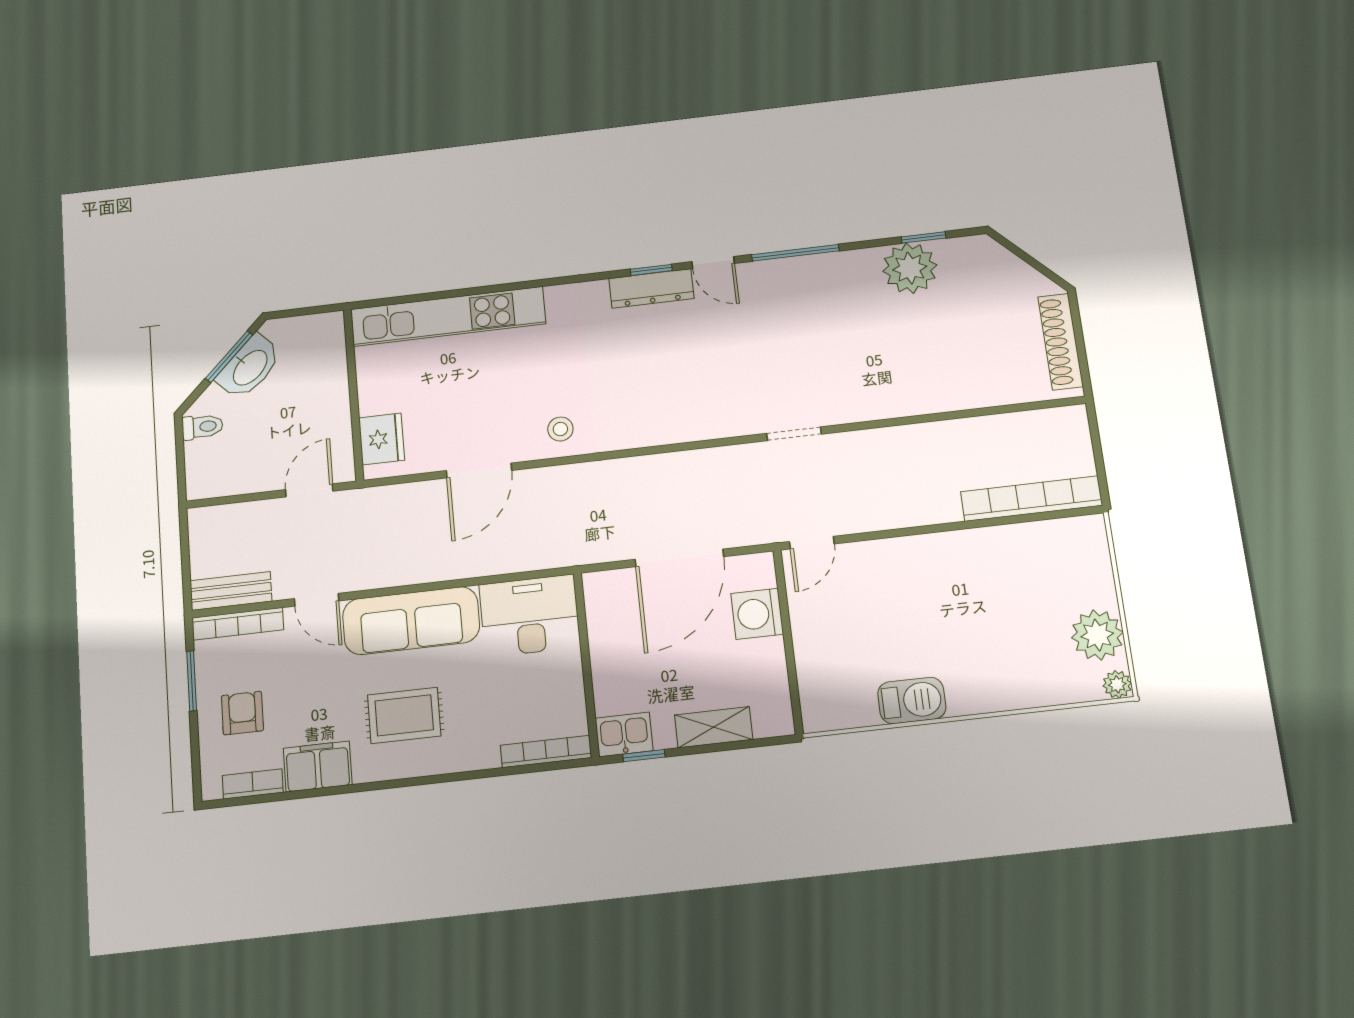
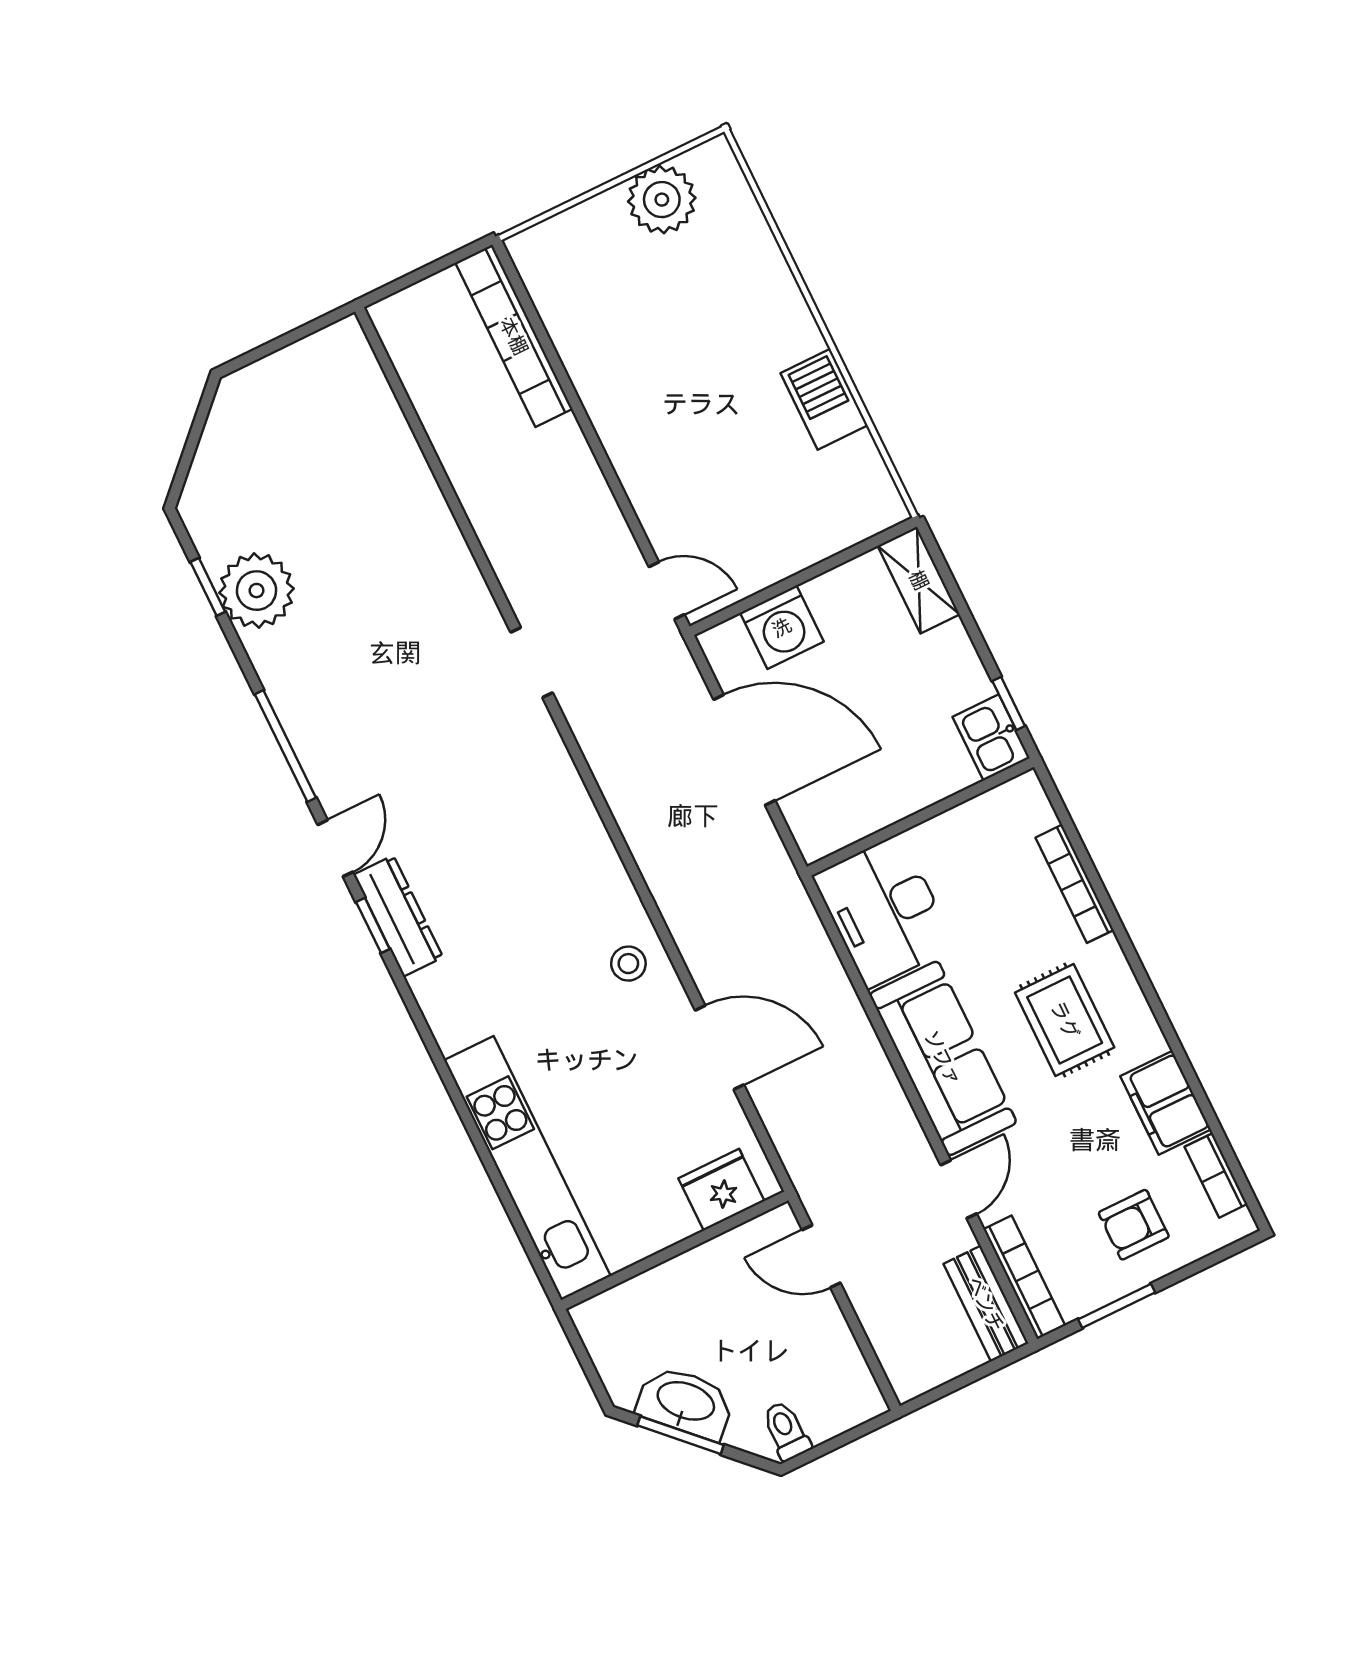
shoe rack: (1060, 342) -> (292, 365), removed
plant: (1117, 684) -> (716, 156), removed
shelving: (714, 727) -> (919, 580), moved
bookcase: (546, 751) -> (1075, 884), moved

